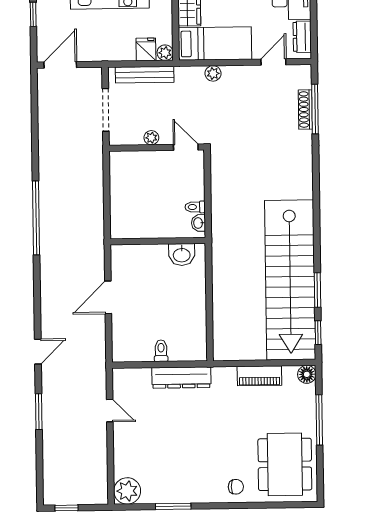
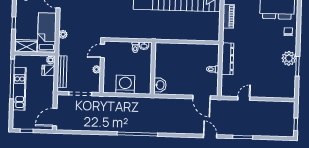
door: (60, 65) -> (55, 117), hinge flipped
washing machine: (126, 192) -> (125, 84), added
washbasin: (182, 255) -> (160, 85), moved
door: (108, 297) -> (202, 97), moved
plant: (127, 491) -> (289, 58), moved

